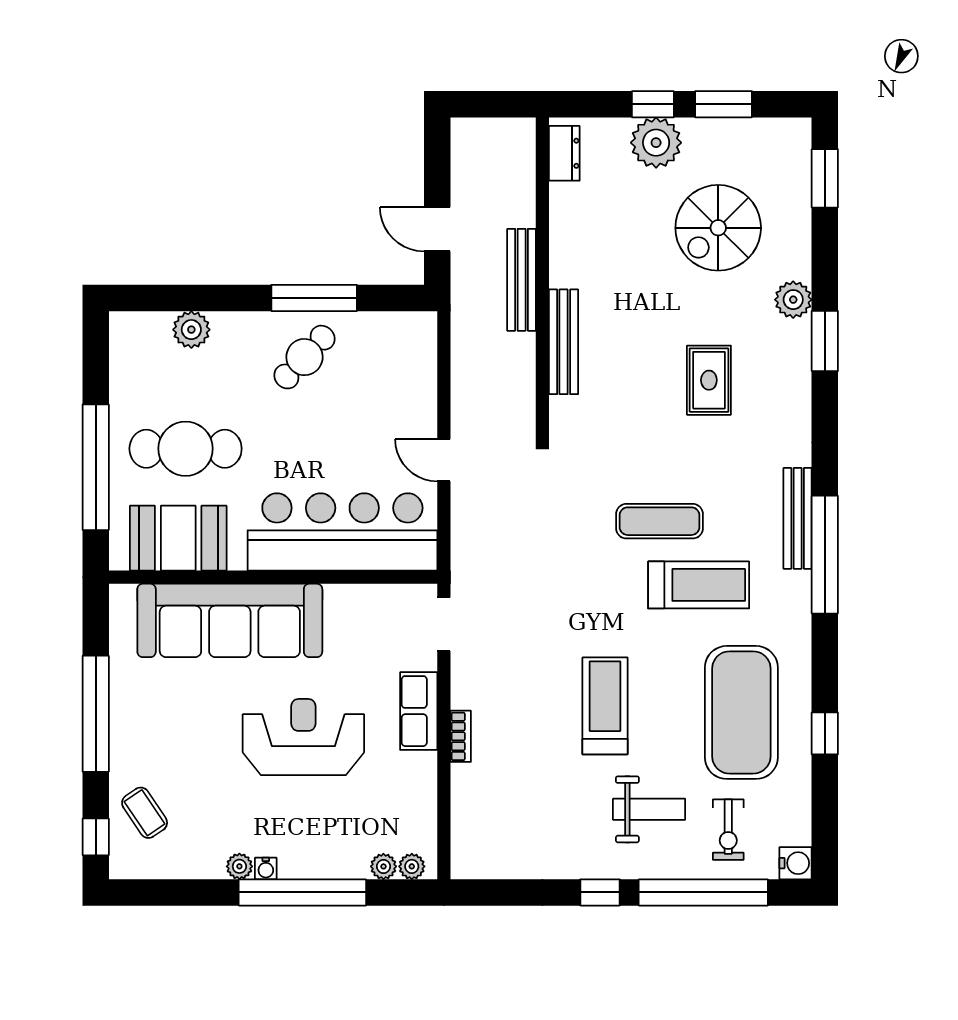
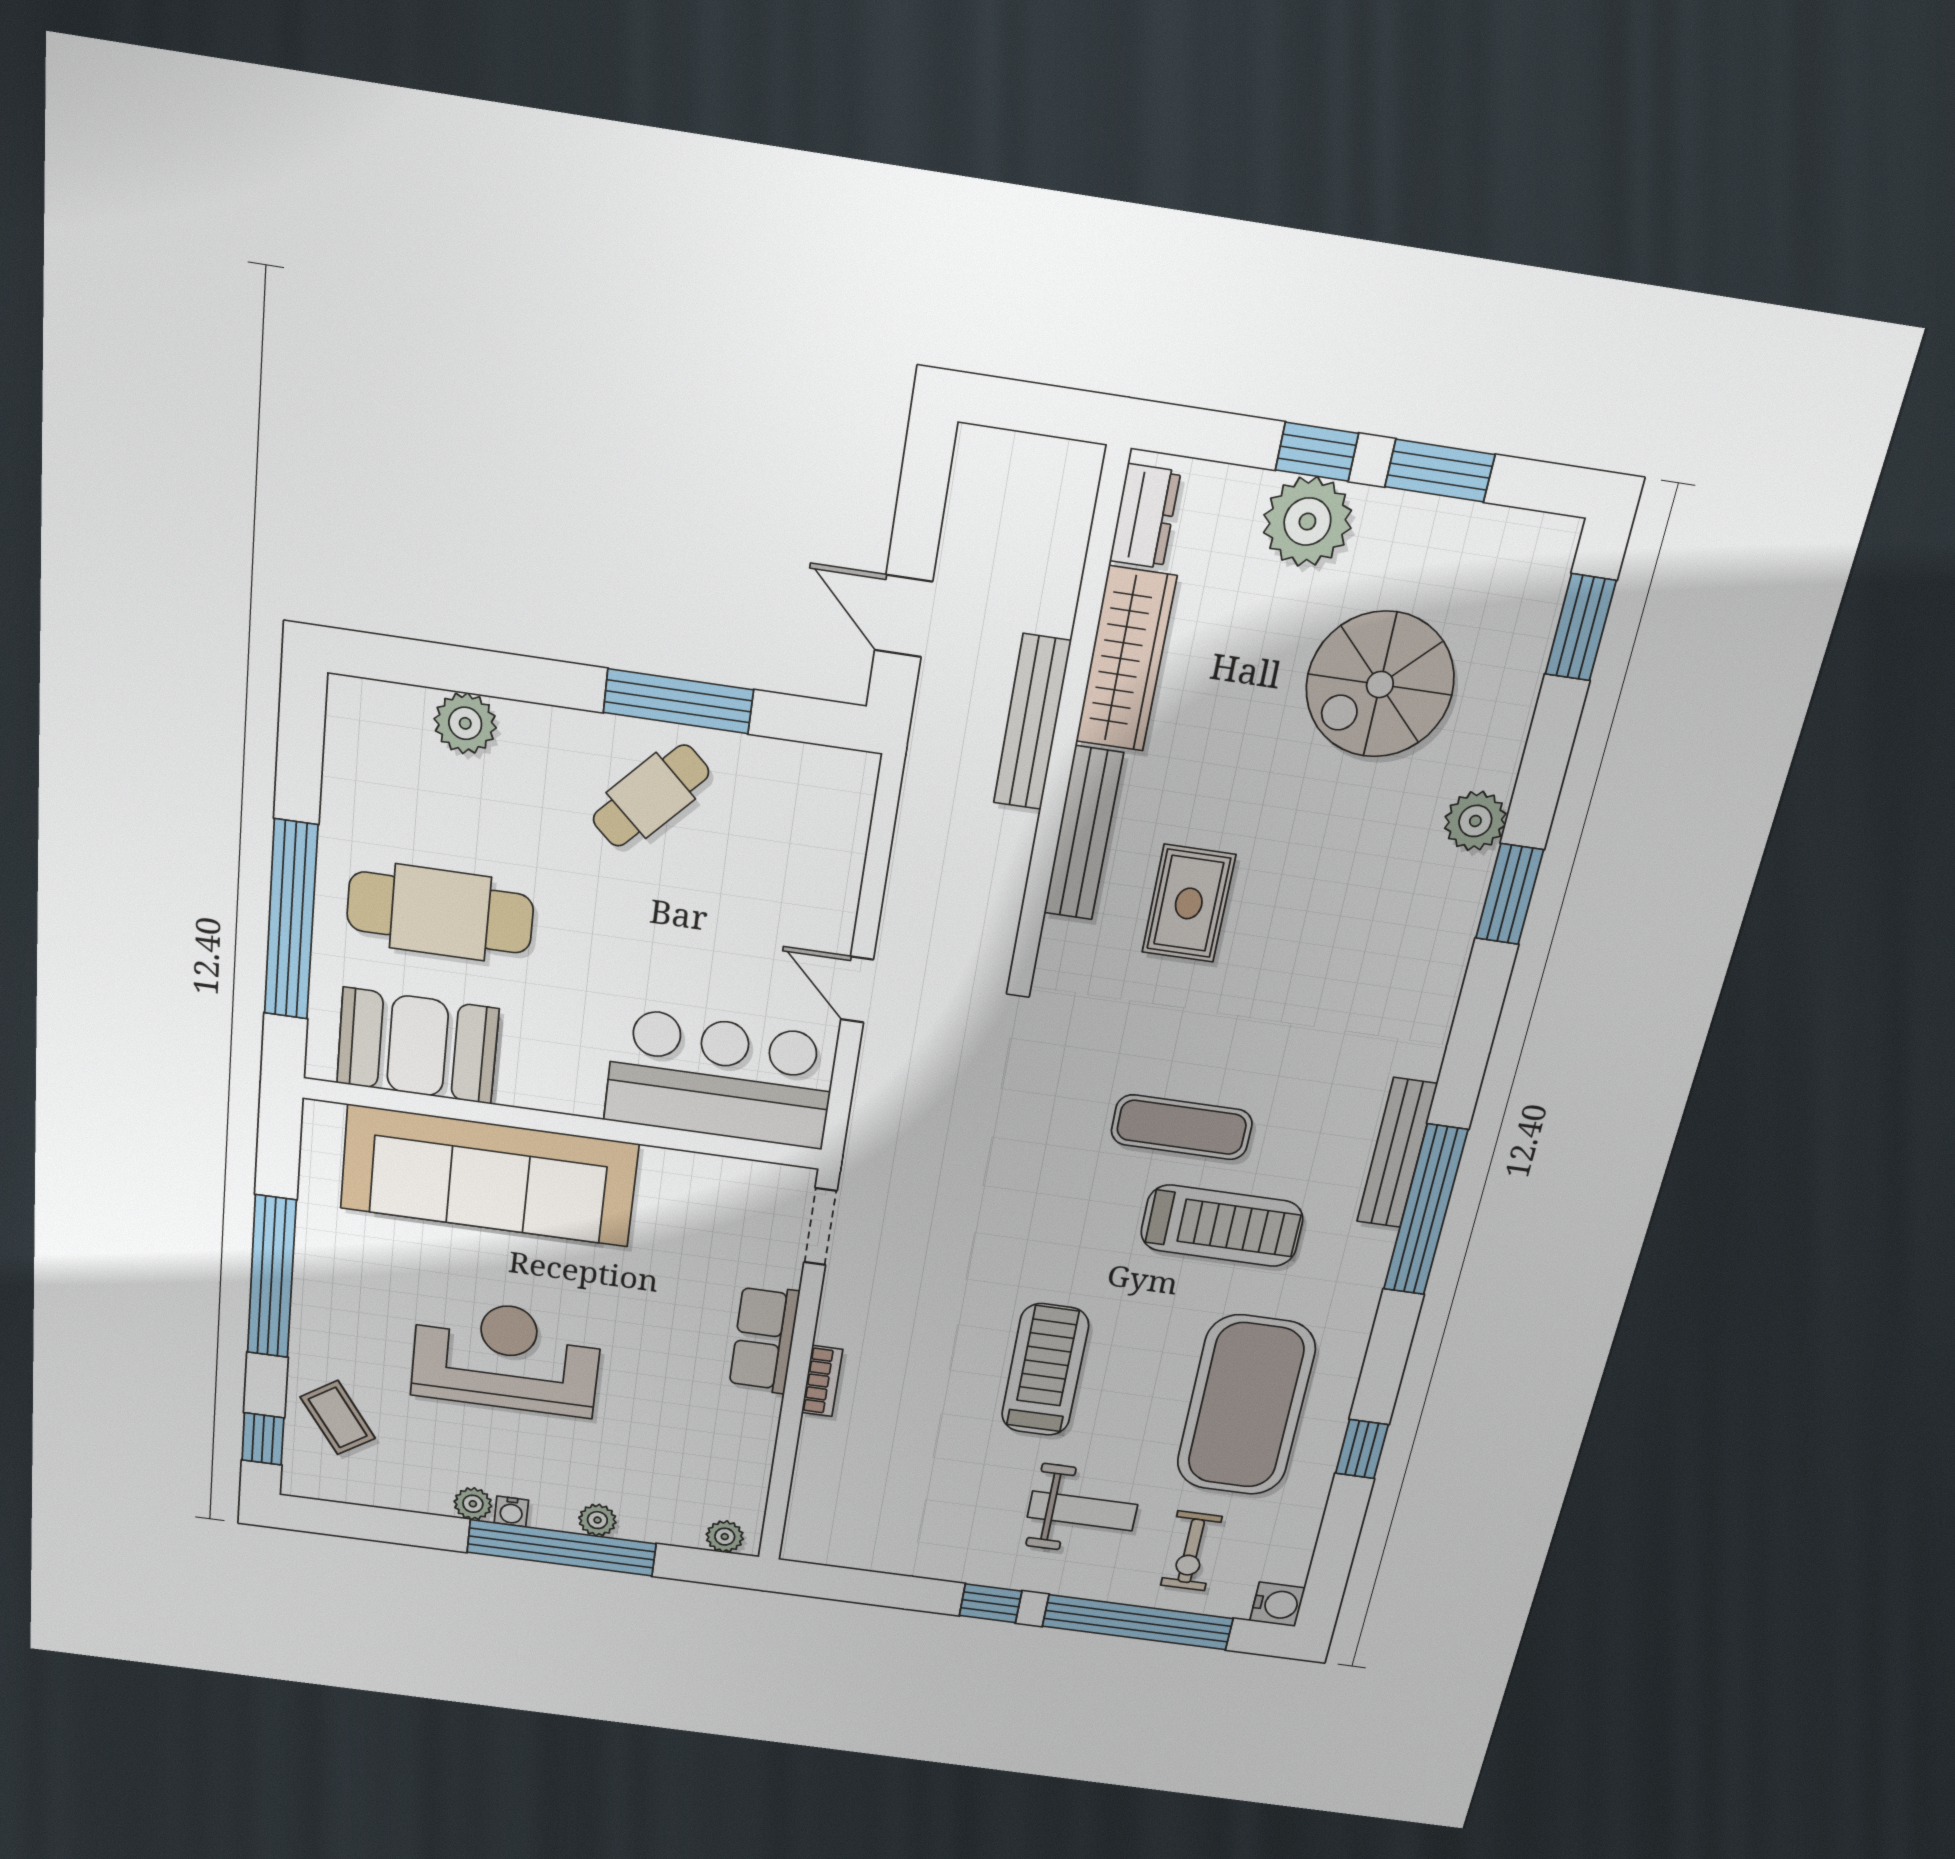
wardrobe: (569, 235) -> (1126, 659), added
rug: (709, 380) -> (1189, 903), moved
bar counter: (342, 532) -> (720, 1079), width x0.73
reception desk: (303, 737) -> (506, 1357), moved
plant: (383, 866) -> (597, 1520), moved

